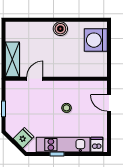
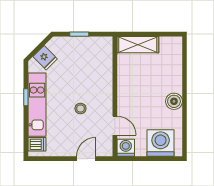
washing machine: (100, 70) -> (126, 148), added
door: (35, 79) -> (115, 126), moved

